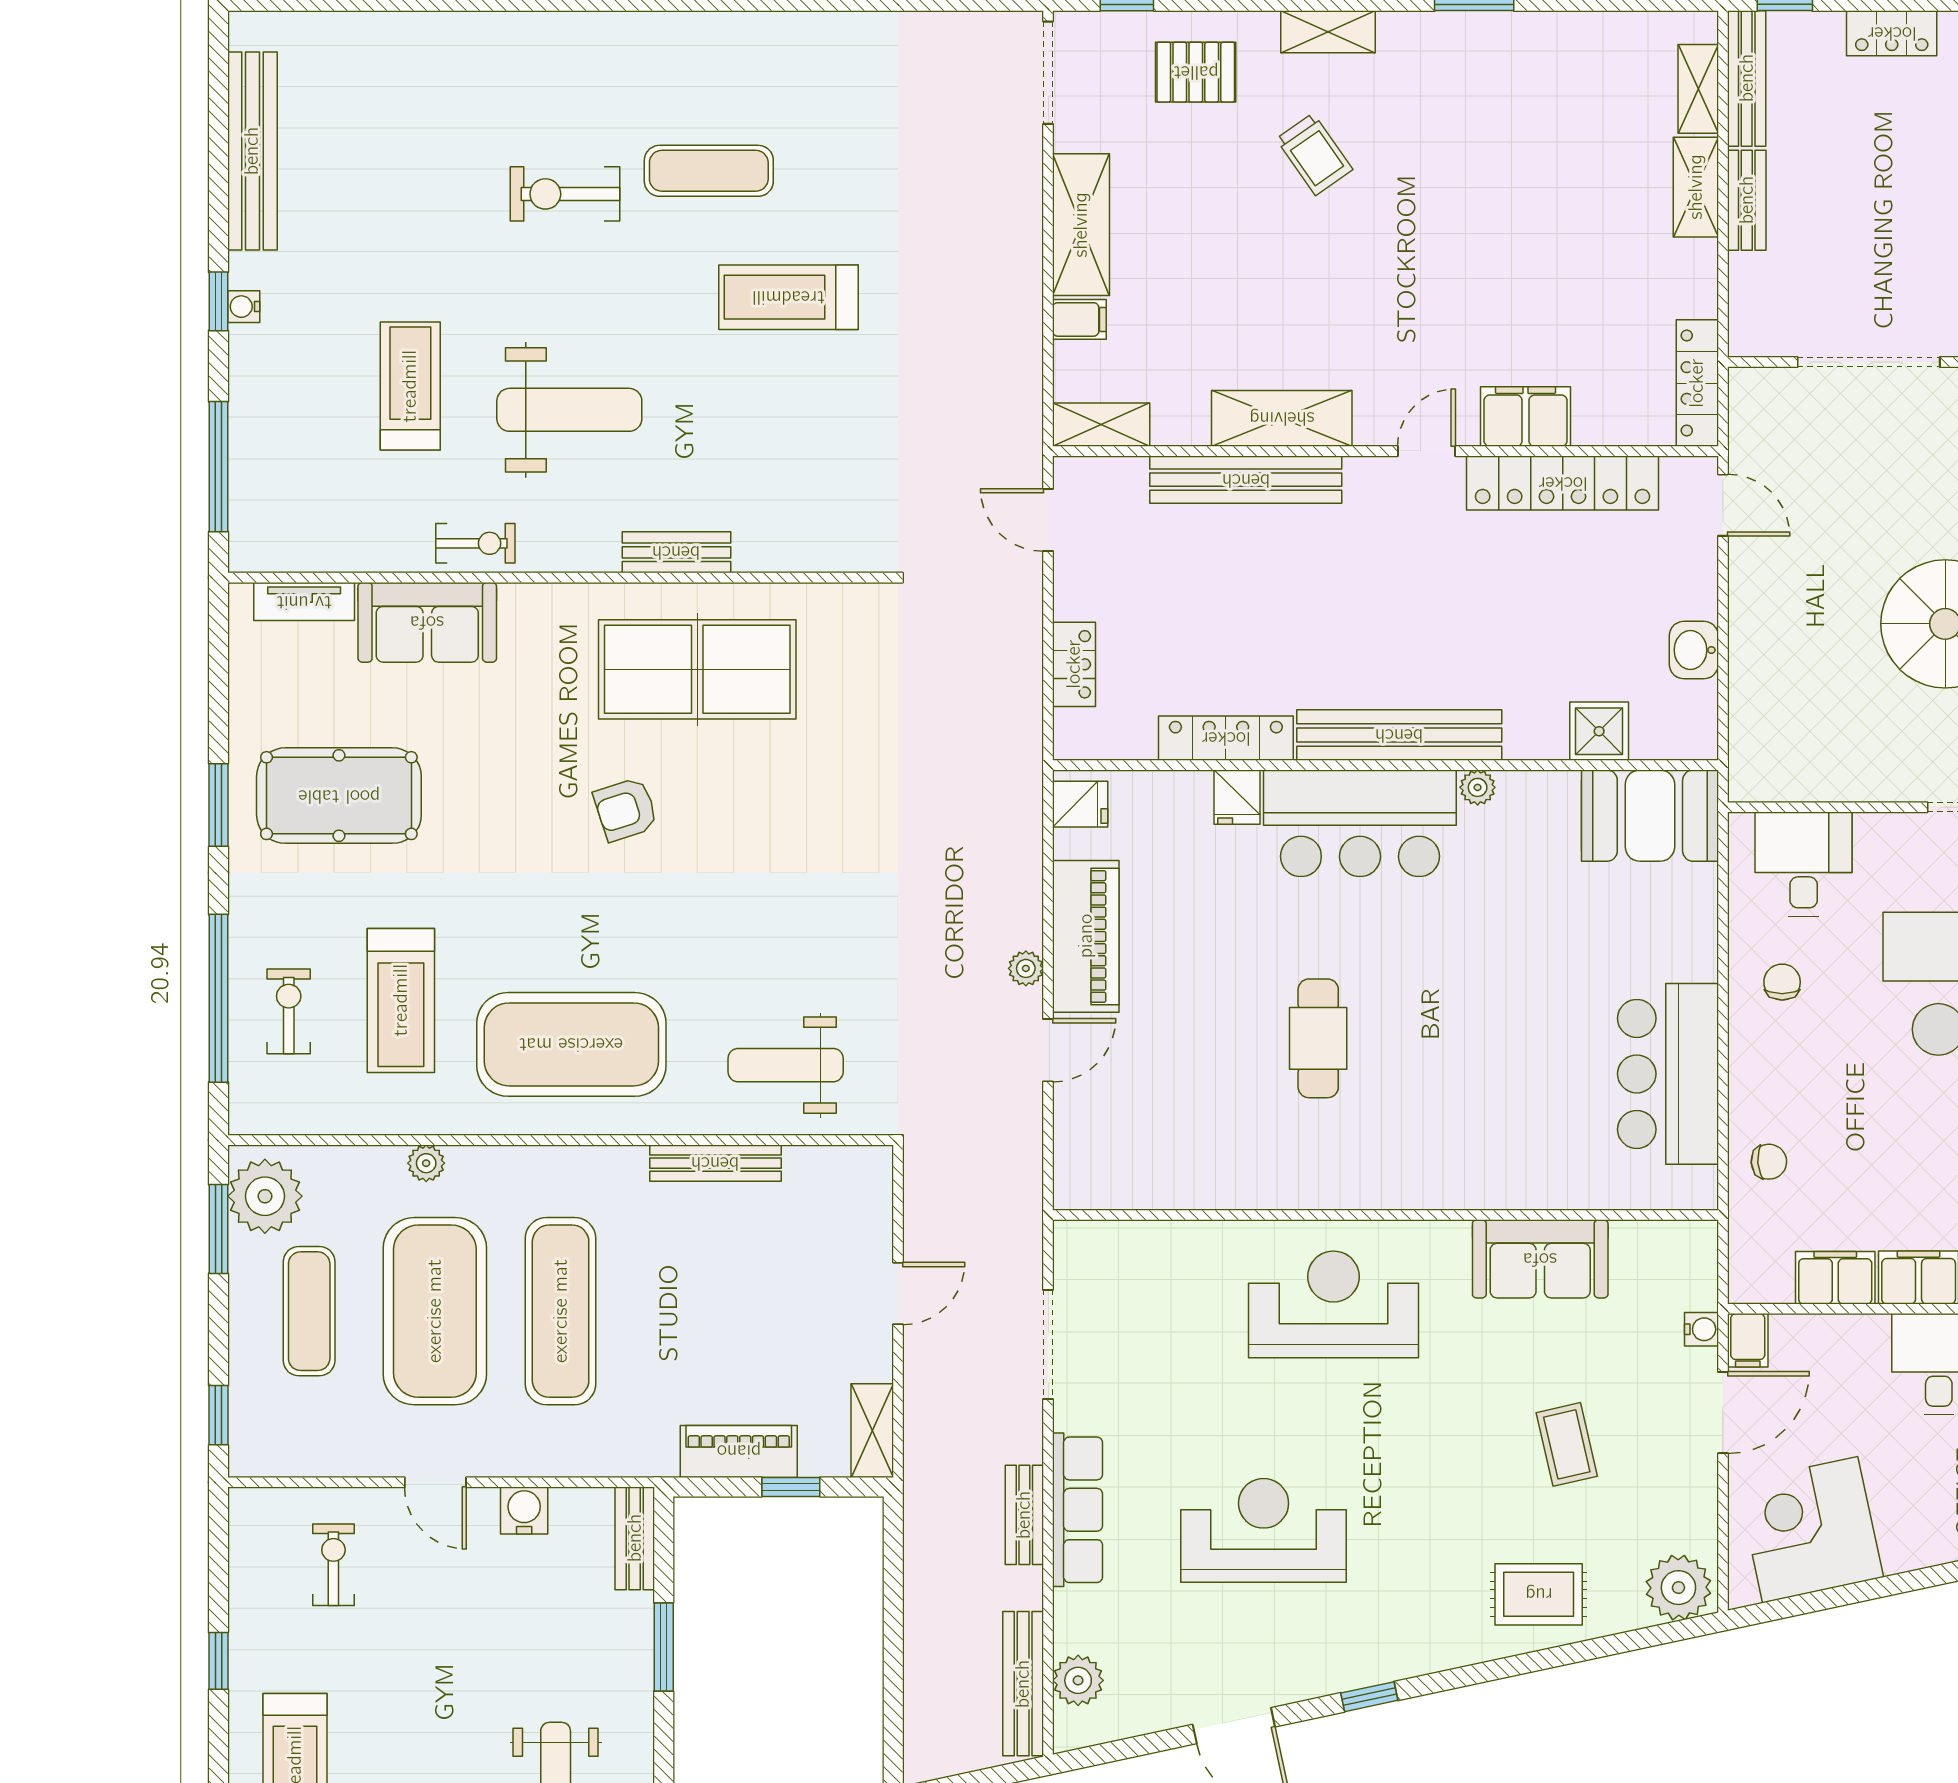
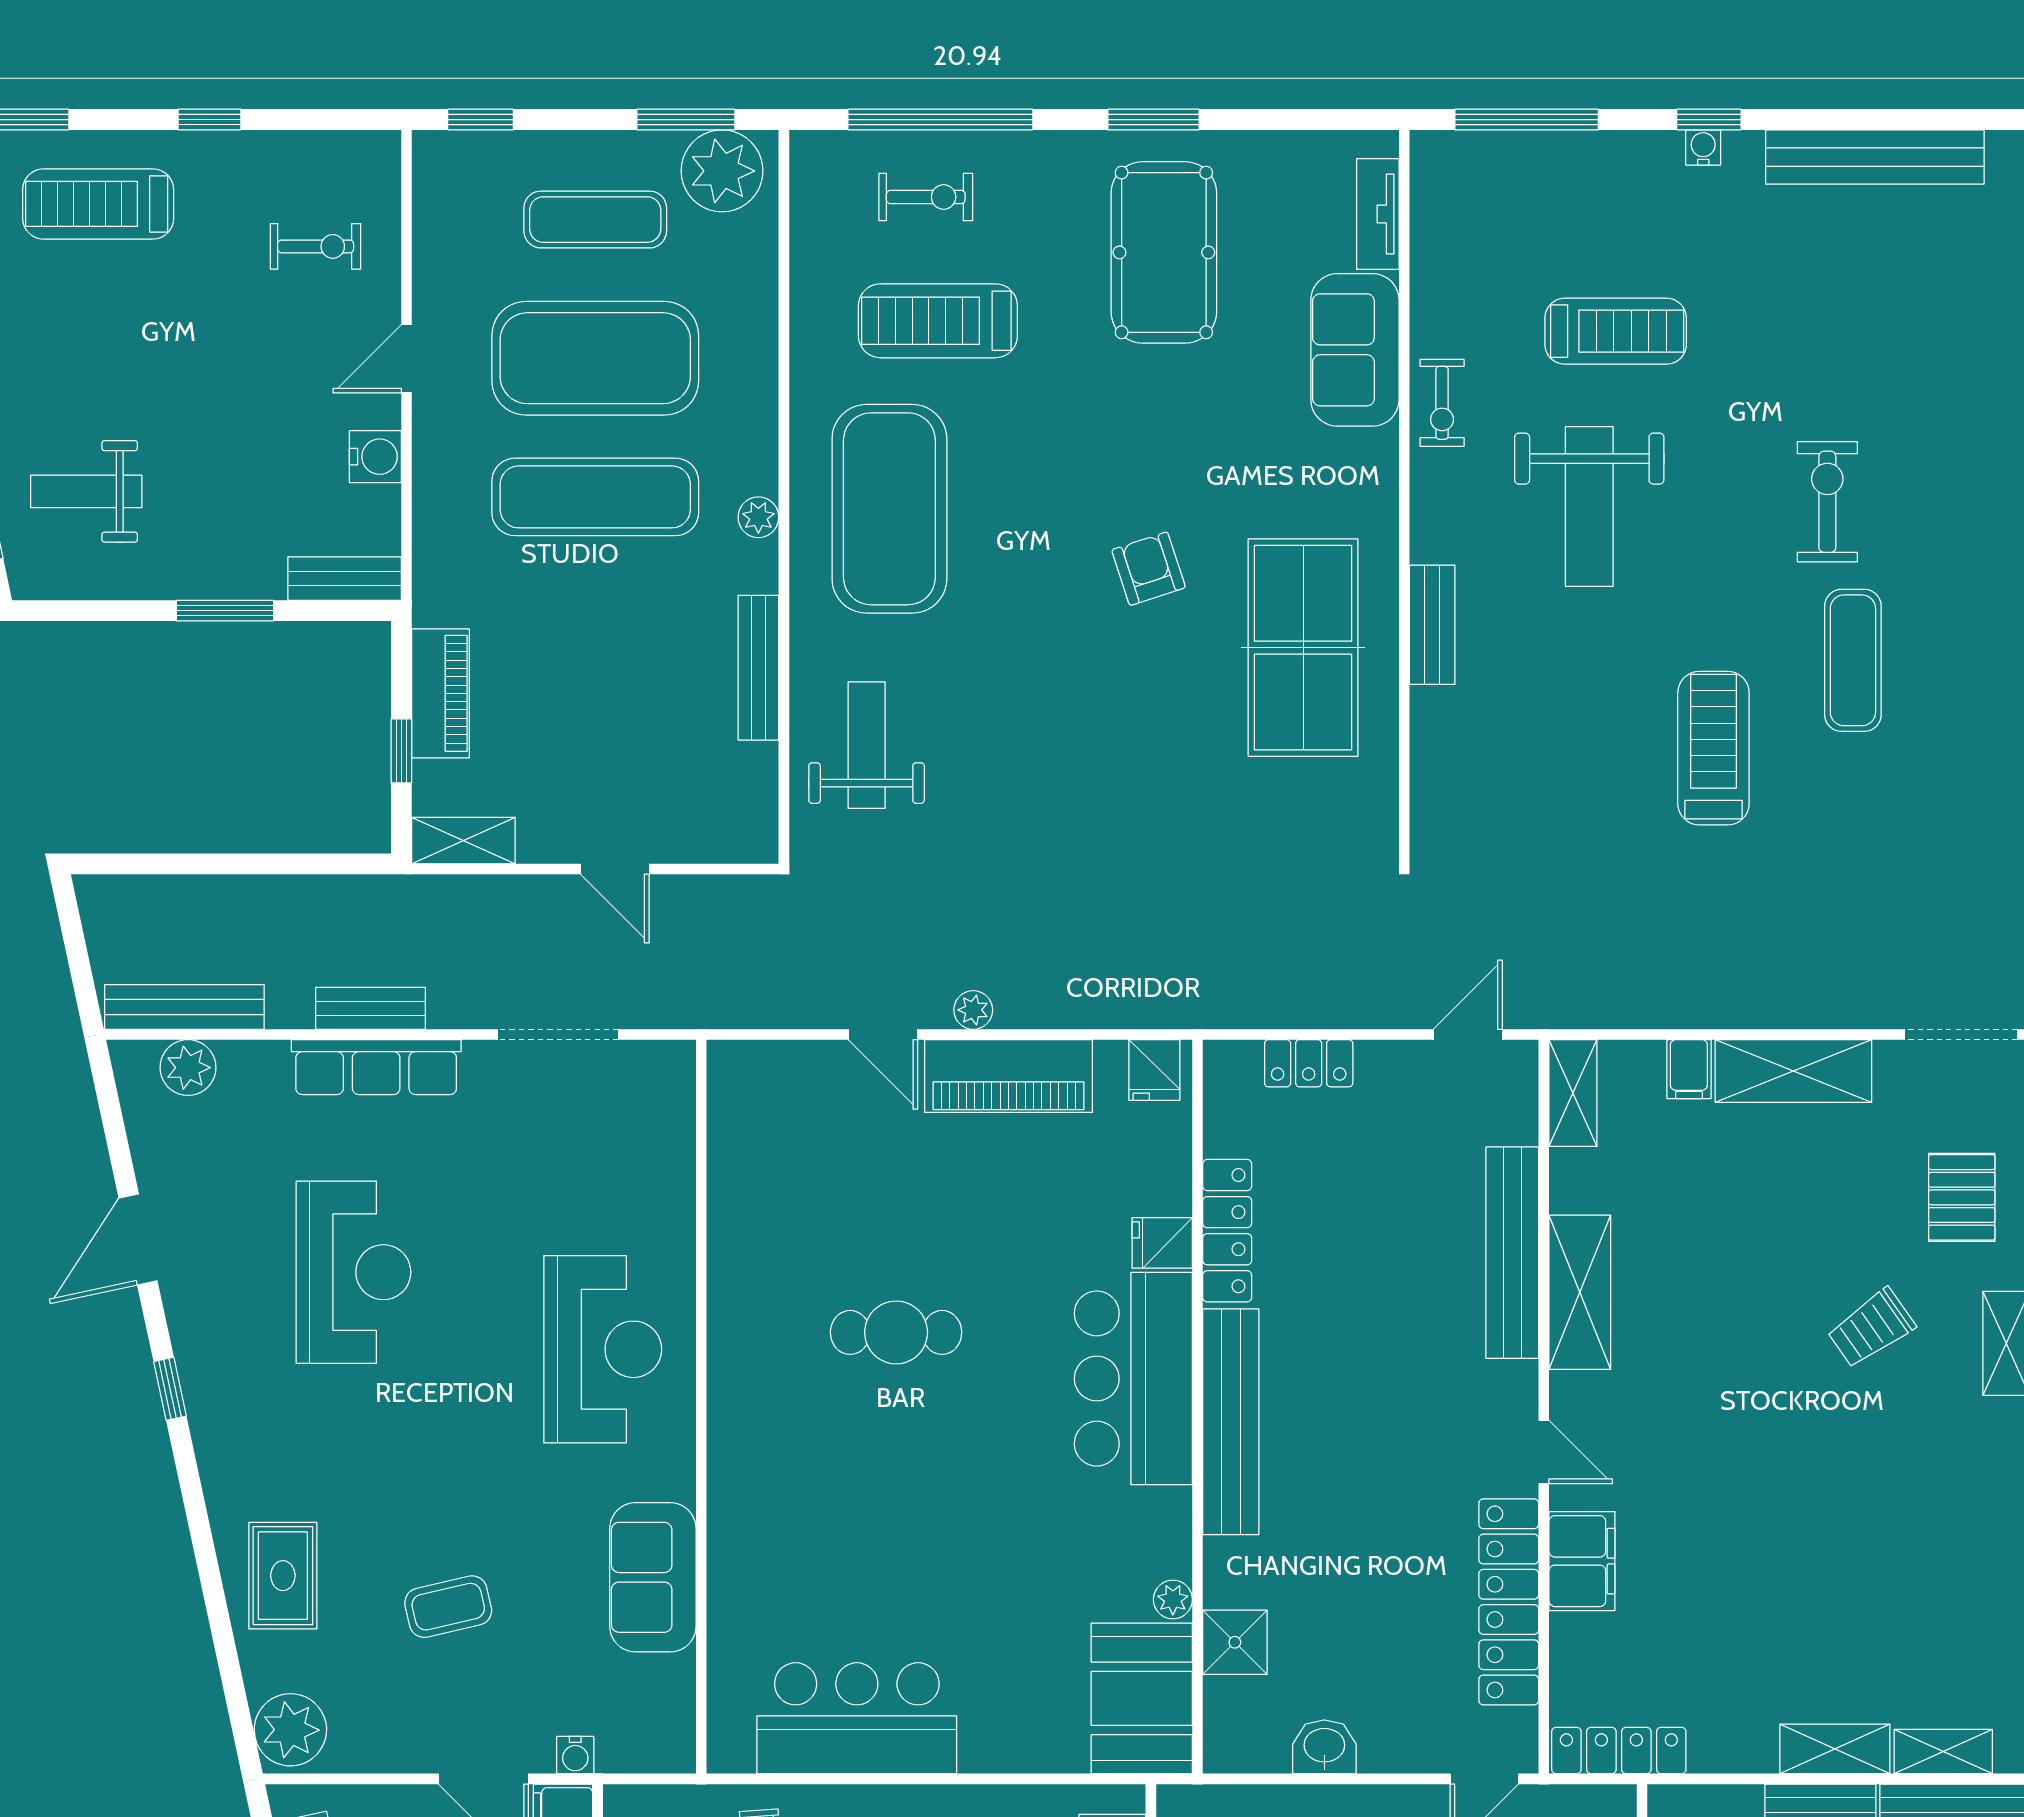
plant: (1478, 787) -> (1173, 1600), moved
plant: (426, 1163) -> (758, 517), moved

